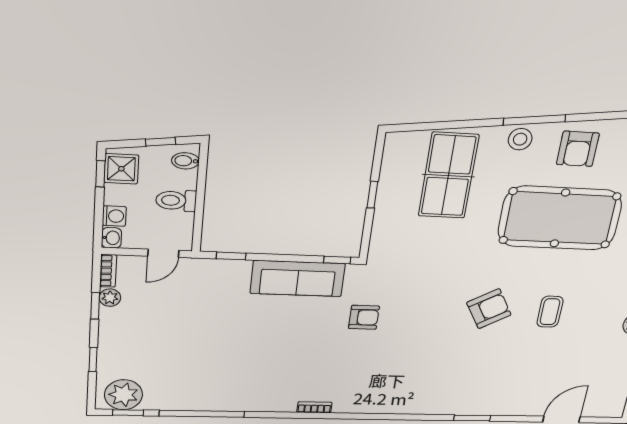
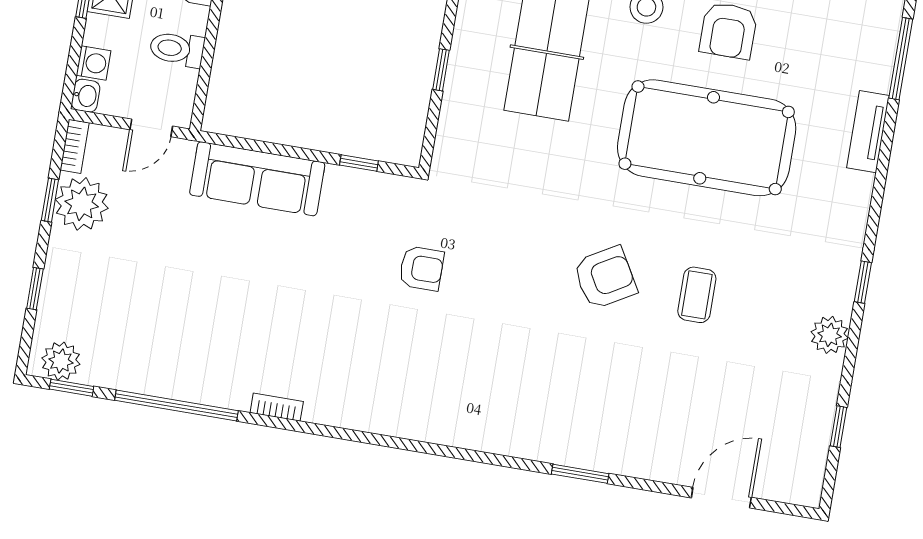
window: (231, 256) -> (242, 143), removed
window: (337, 260) -> (359, 163), moved
sofa: (298, 279) -> (257, 179), moved
plant: (110, 298) -> (82, 204), width x1.88, depth x1.88
plant: (123, 395) -> (61, 361), width x0.73, depth x0.73
bookcase: (314, 407) -> (277, 407), moved

